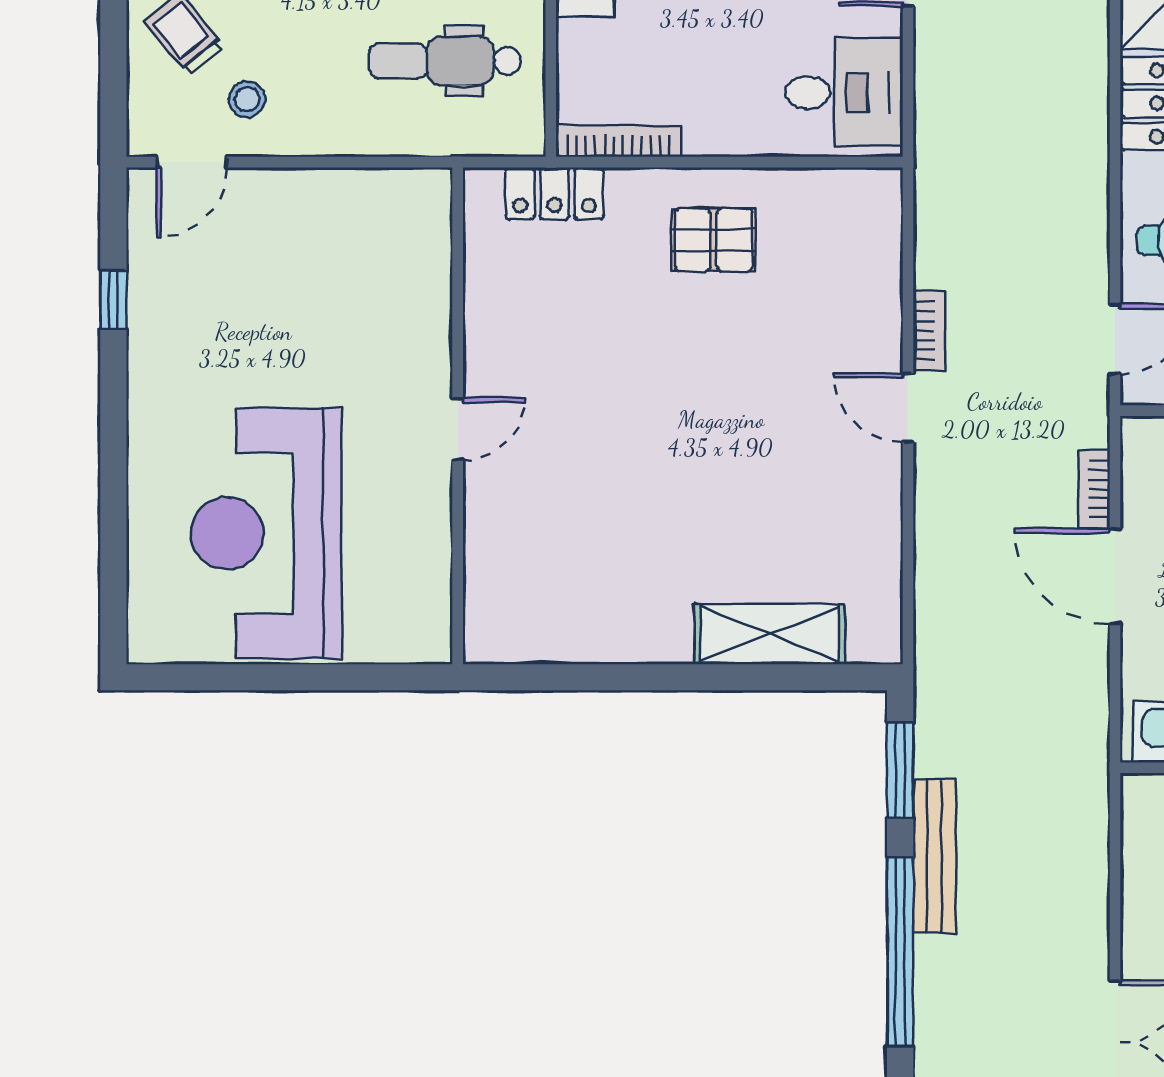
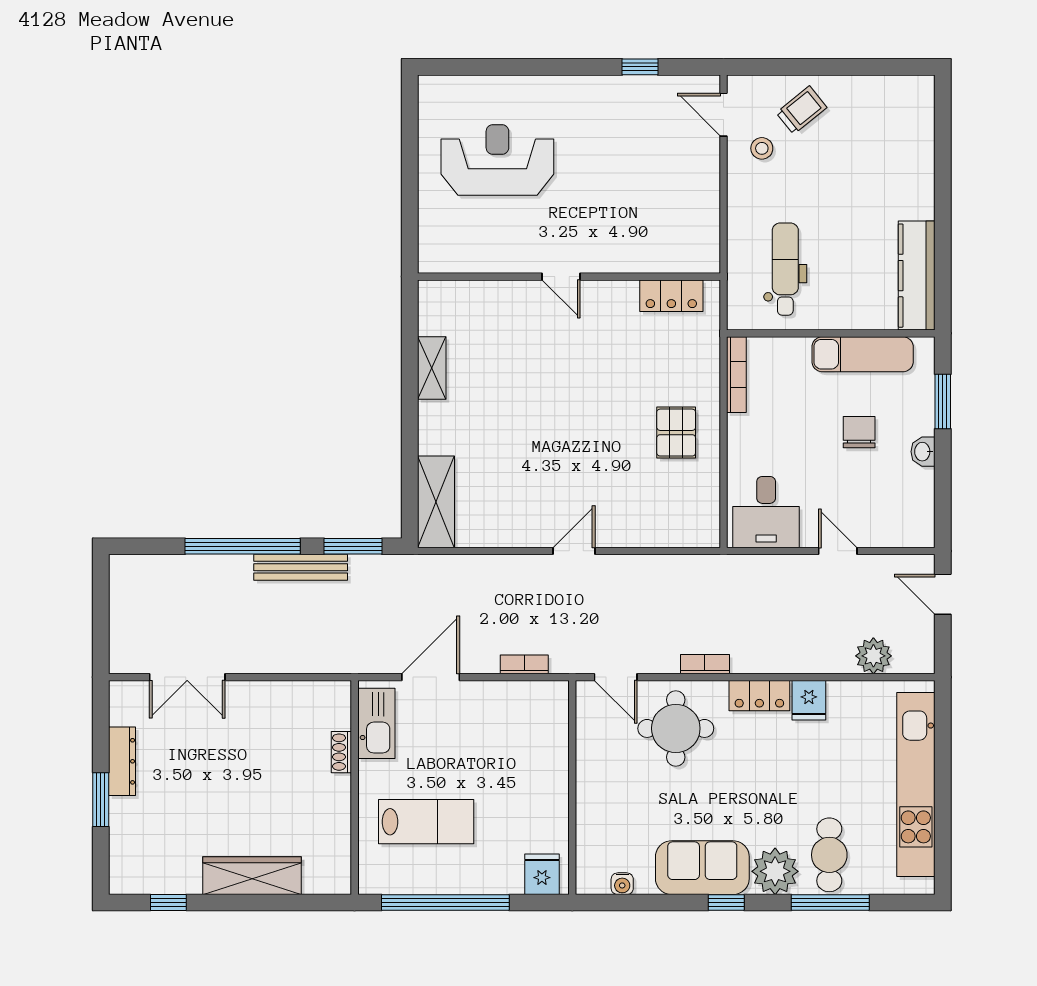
locker: (554, 193) -> (671, 296), moved, turned -90
bookcase: (929, 330) -> (705, 664), moved, turned 180
reception desk: (266, 533) -> (497, 160), width x0.74, depth x0.77
door: (1115, 576) -> (431, 677), moved
shelving: (770, 634) -> (436, 502), moved
shelving: (608, 641) -> (432, 368), added

